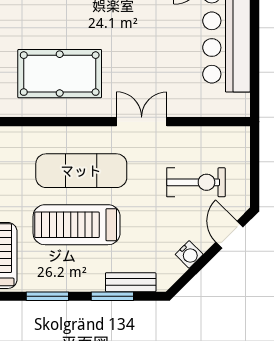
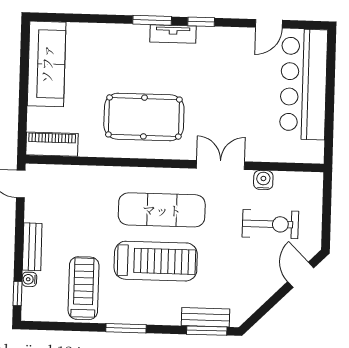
treadmill: (77, 225) -> (156, 261), turned 180
water cooler: (189, 254) -> (263, 180), moved, turned -135
window: (112, 296) -> (207, 331), moved

